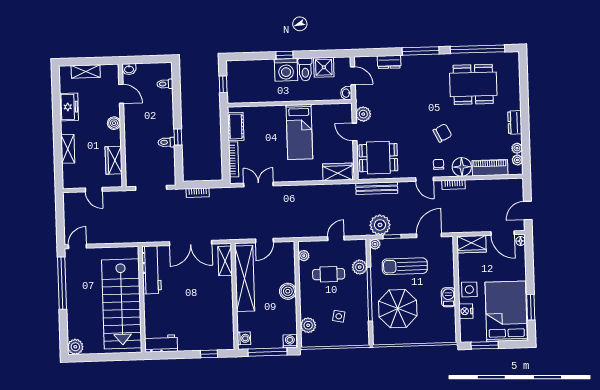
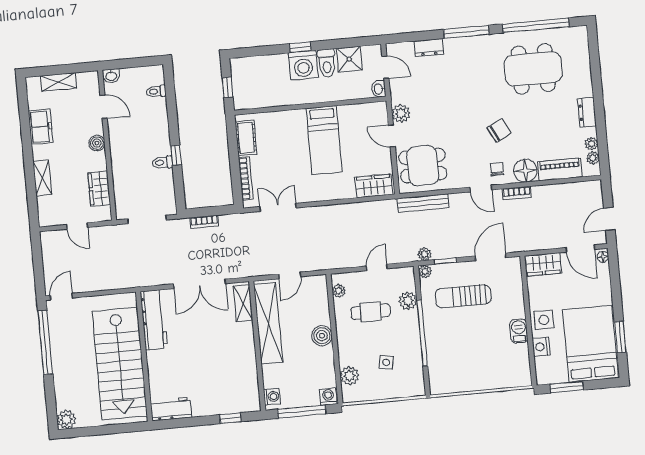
plant: (380, 225) -> (424, 254), width x0.53, depth x0.53
parasol: (398, 309) -> (458, 349), removed

